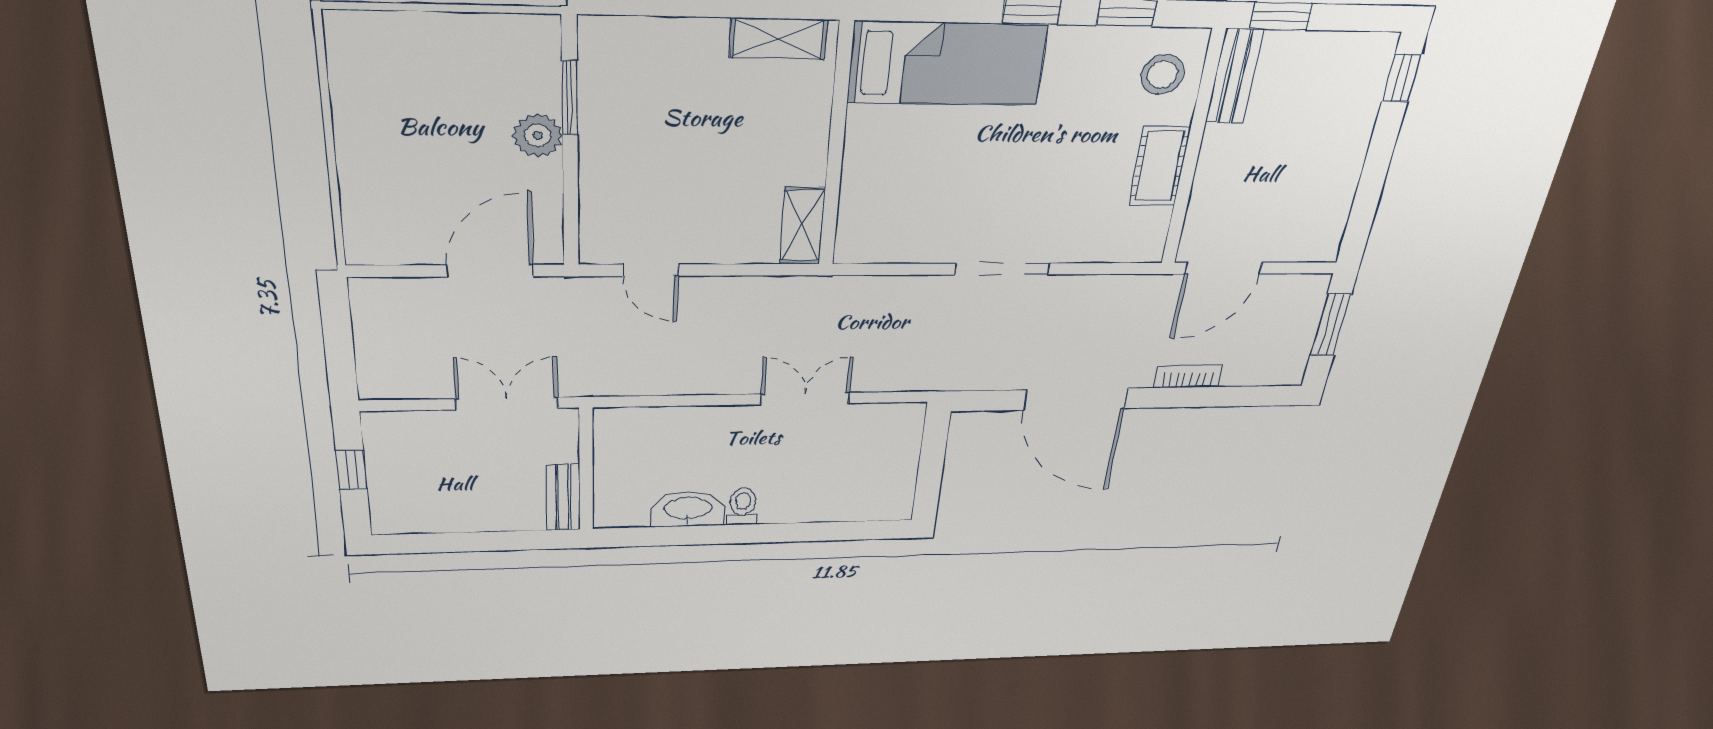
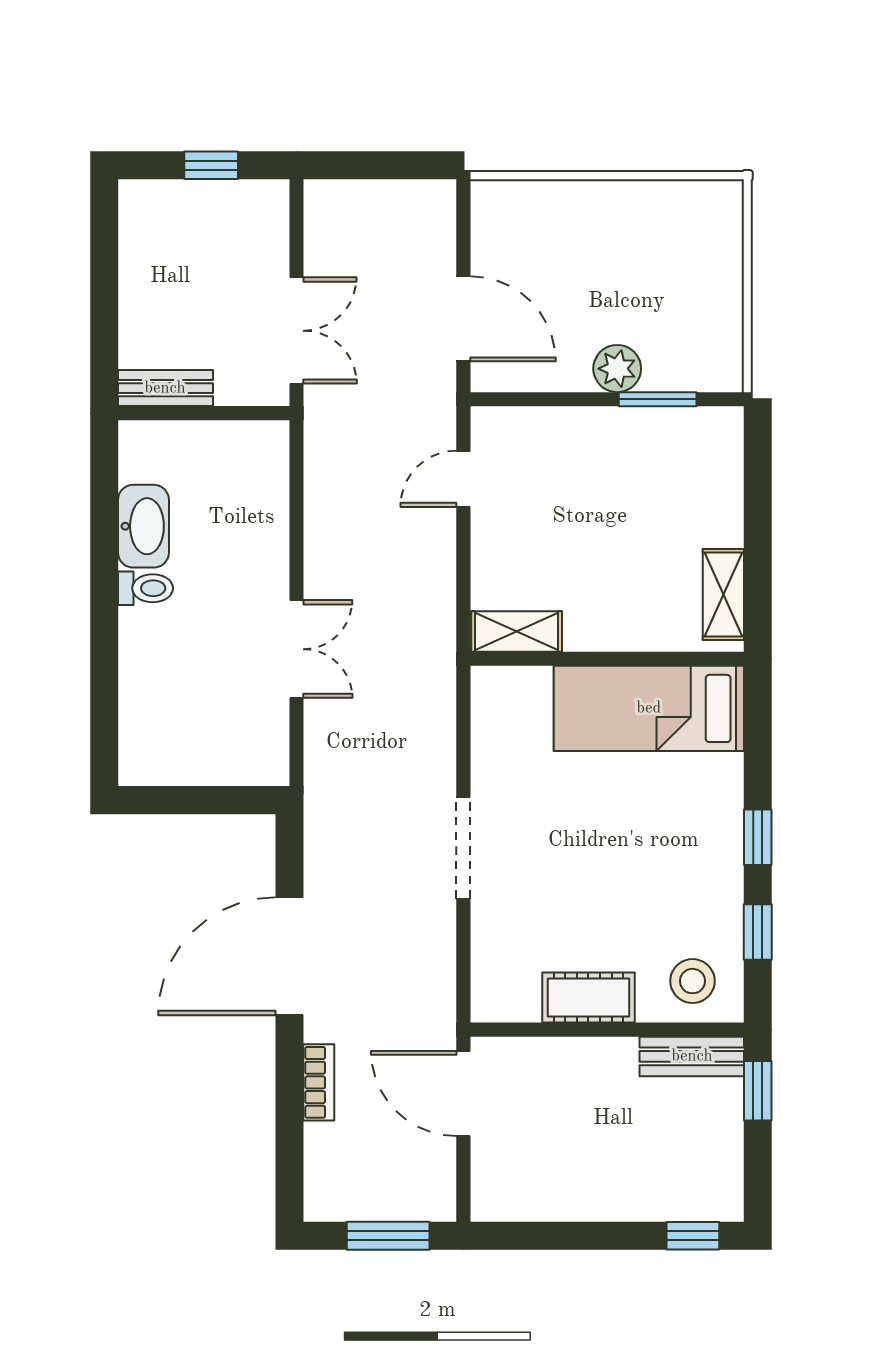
bed: (947, 64) -> (649, 708), moved, turned 90

